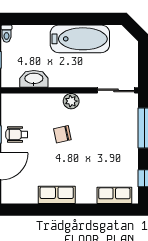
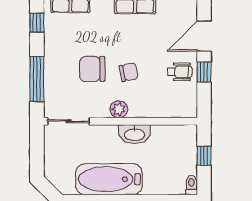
washbasin: (34, 79) -> (135, 134), moved
chair: (95, 137) -> (92, 69), added

